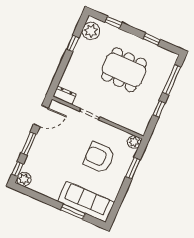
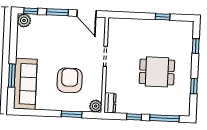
plant: (91, 31) -> (180, 29), removed
dining table: (124, 70) -> (157, 72), width x0.73
dresser: (65, 95) -> (110, 103), moved

